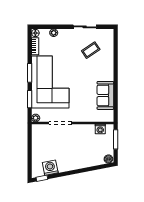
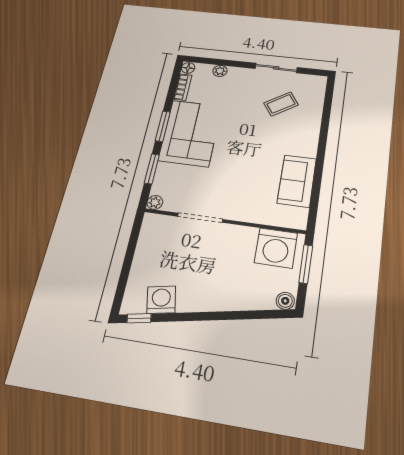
corner sofa: (50, 82) -> (190, 133), width x0.73, depth x0.74
washing machine: (100, 129) -> (276, 248), width x1.89, depth x1.89

